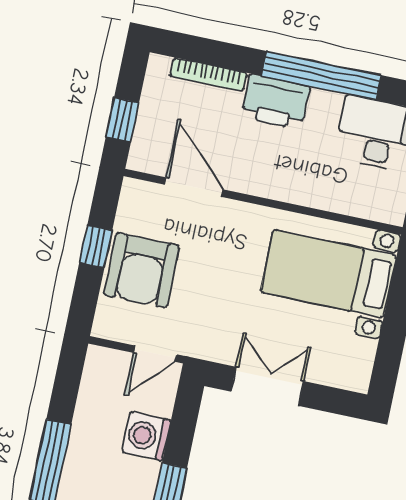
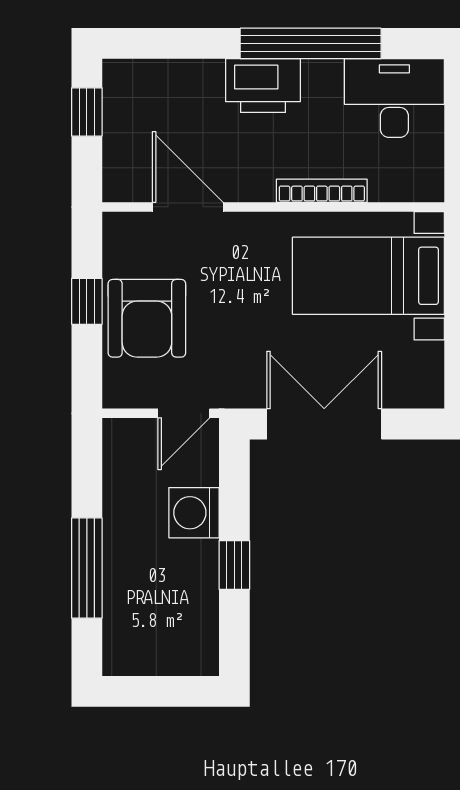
bookcase: (209, 74) -> (322, 191), moved, turned 180
window: (122, 120) -> (87, 112), moved
double door: (267, 386) -> (324, 424), width x1.37

